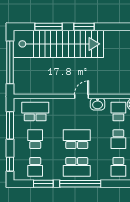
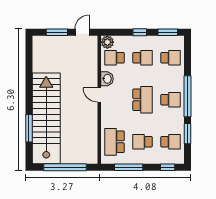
window: (84, 27) -> (29, 92), removed
school desk: (77, 139) -> (143, 100), turned 180
school desk: (77, 167) -> (170, 100), width x0.54

